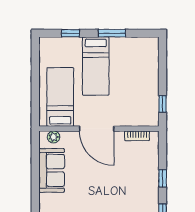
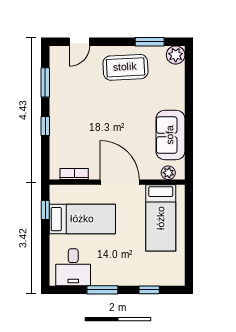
desk: (138, 53) -> (73, 267), added
bed: (96, 66) -> (82, 219), moved, turned 90

